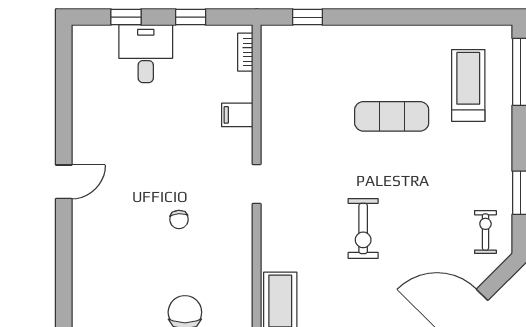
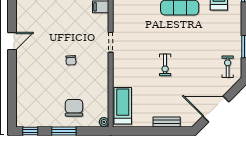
exercise bike: (363, 228) -> (165, 65), width x0.73, depth x0.72

